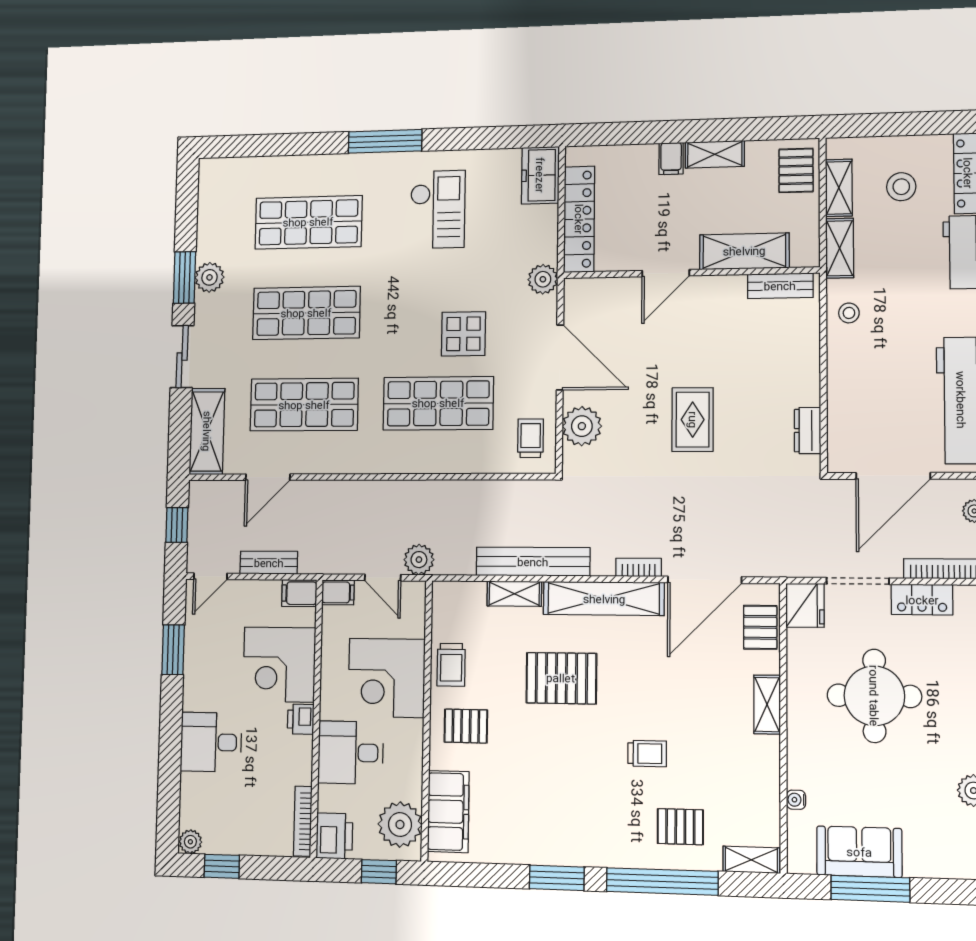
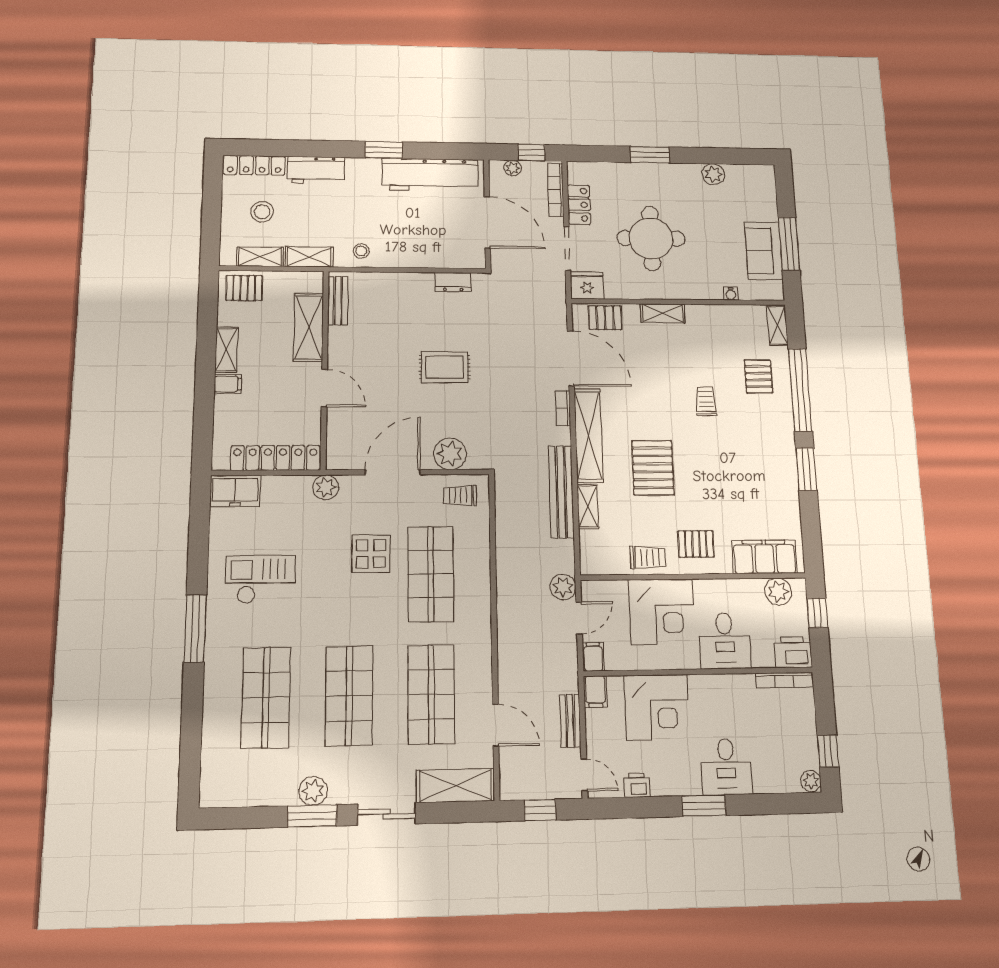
window: (173, 650) -> (704, 806), moved
printer: (301, 719) -> (637, 785), moved, turned 180
pallet: (466, 726) -> (696, 544), turned 90
plant: (400, 825) -> (778, 592), width x0.73, depth x0.73

